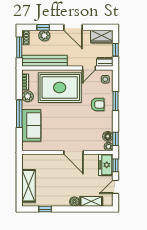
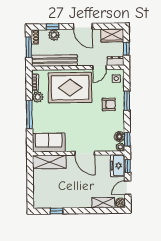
sofa: (31, 125) -> (49, 143), moved, turned -90
shelving: (29, 186) -> (49, 162), moved, turned 90
boiler: (74, 202) -> (120, 203), moved

